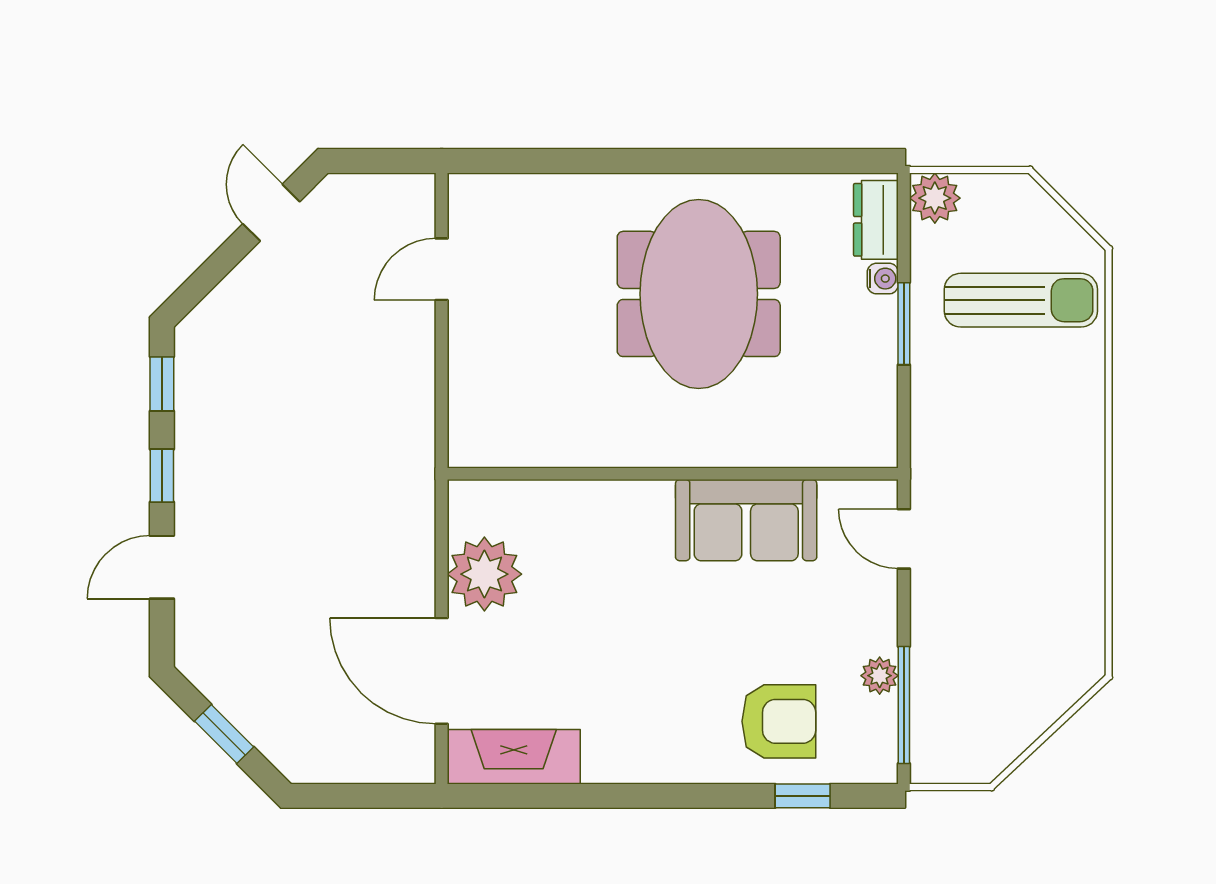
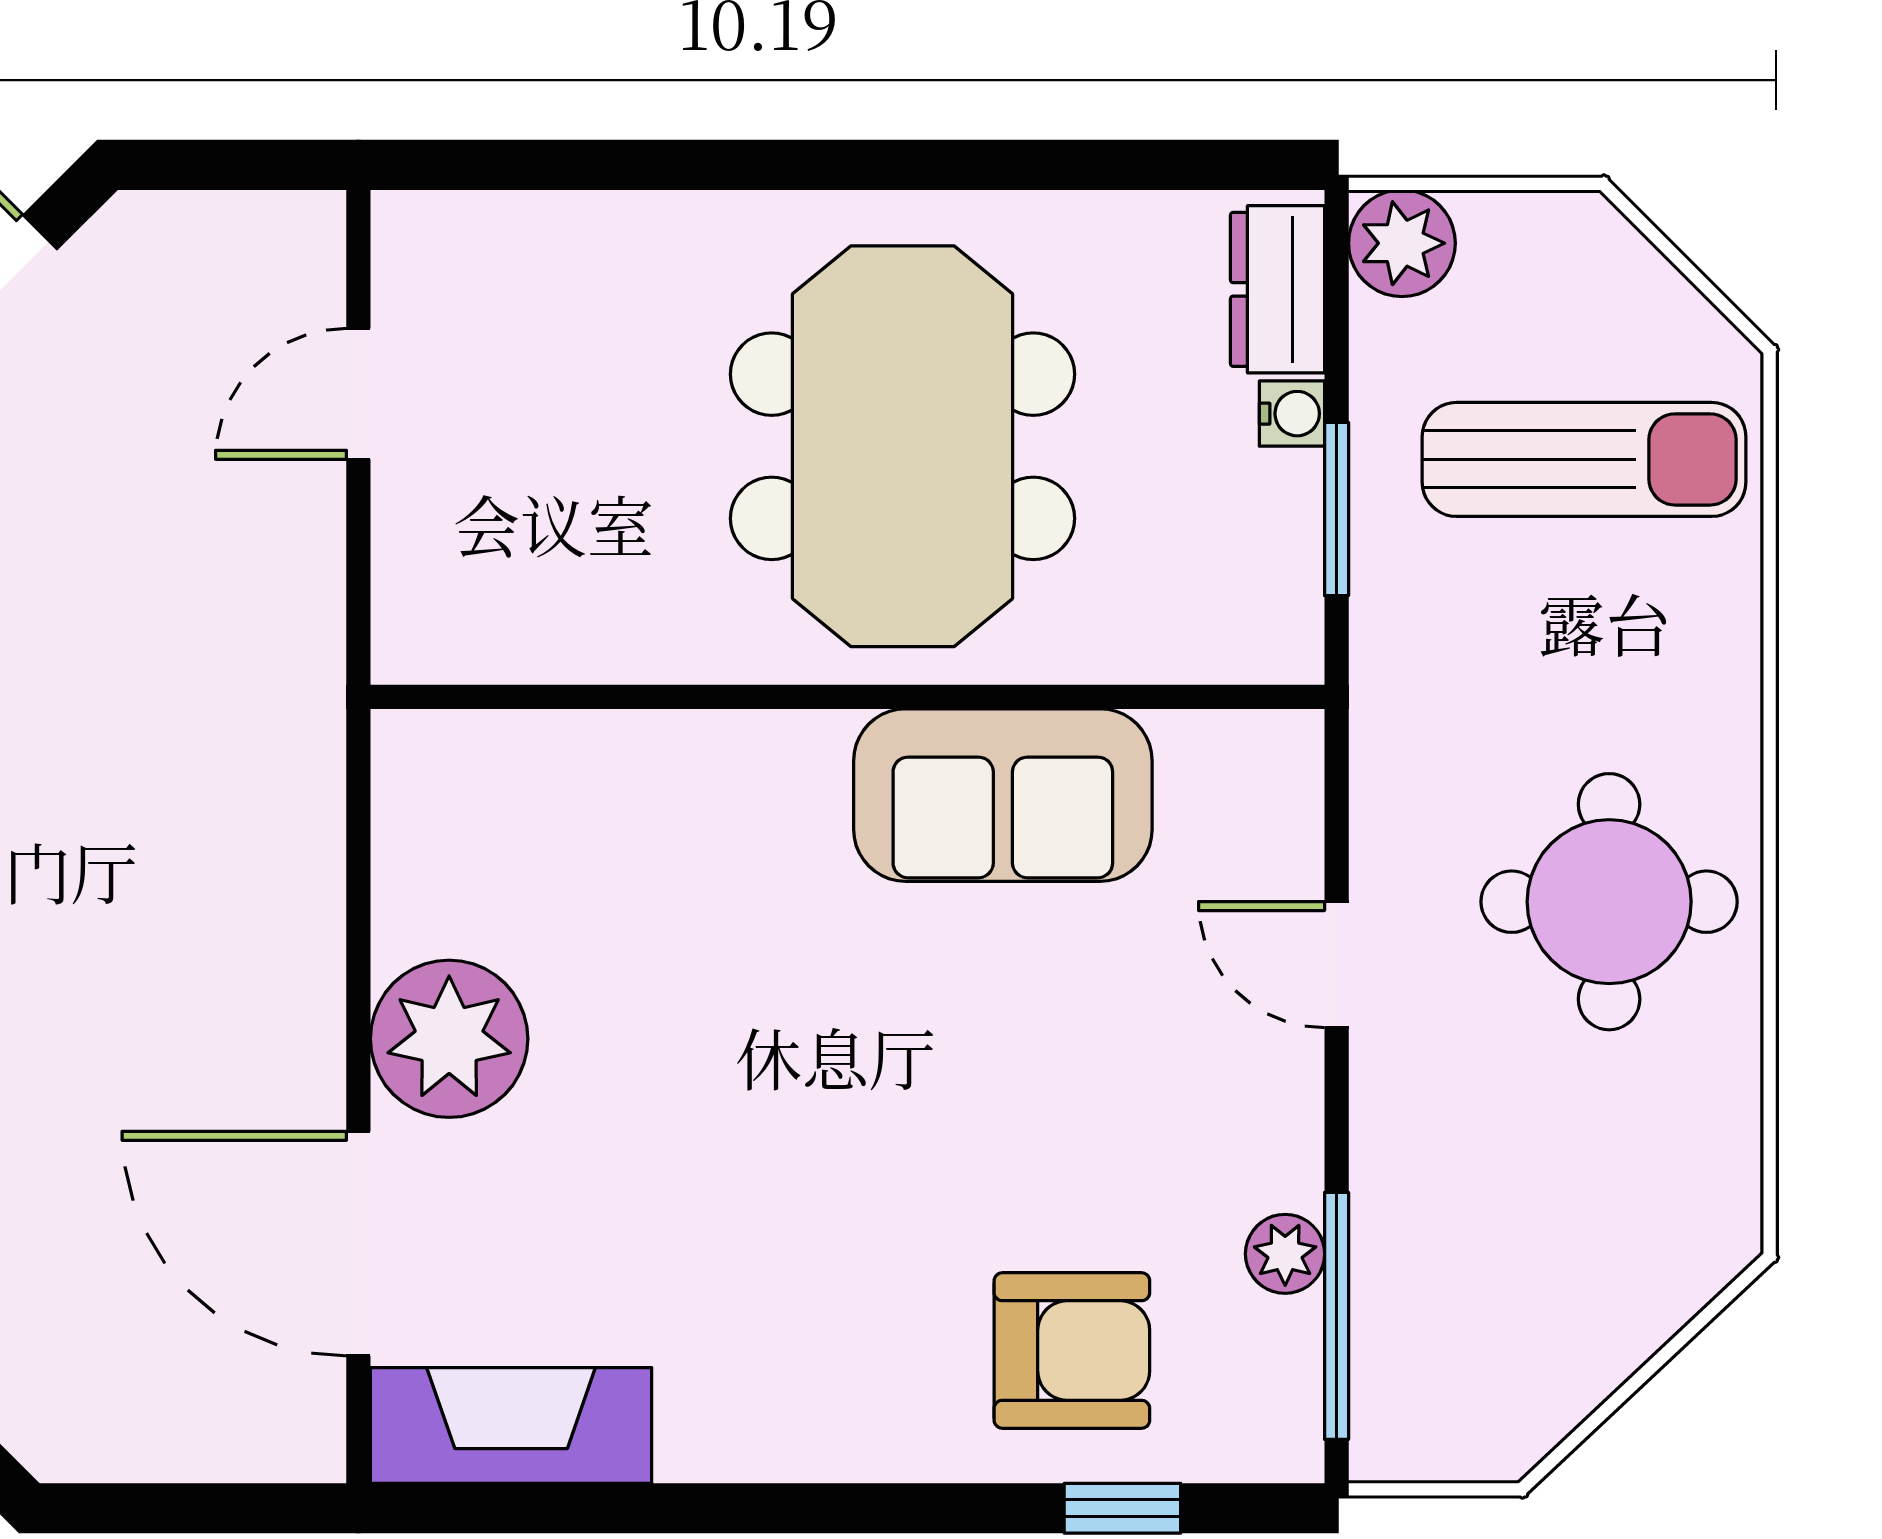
wall: (673, 474) -> (848, 697), moved
round table: (1033, 509) -> (1609, 902), added
sofa: (746, 520) -> (1003, 795), moved

